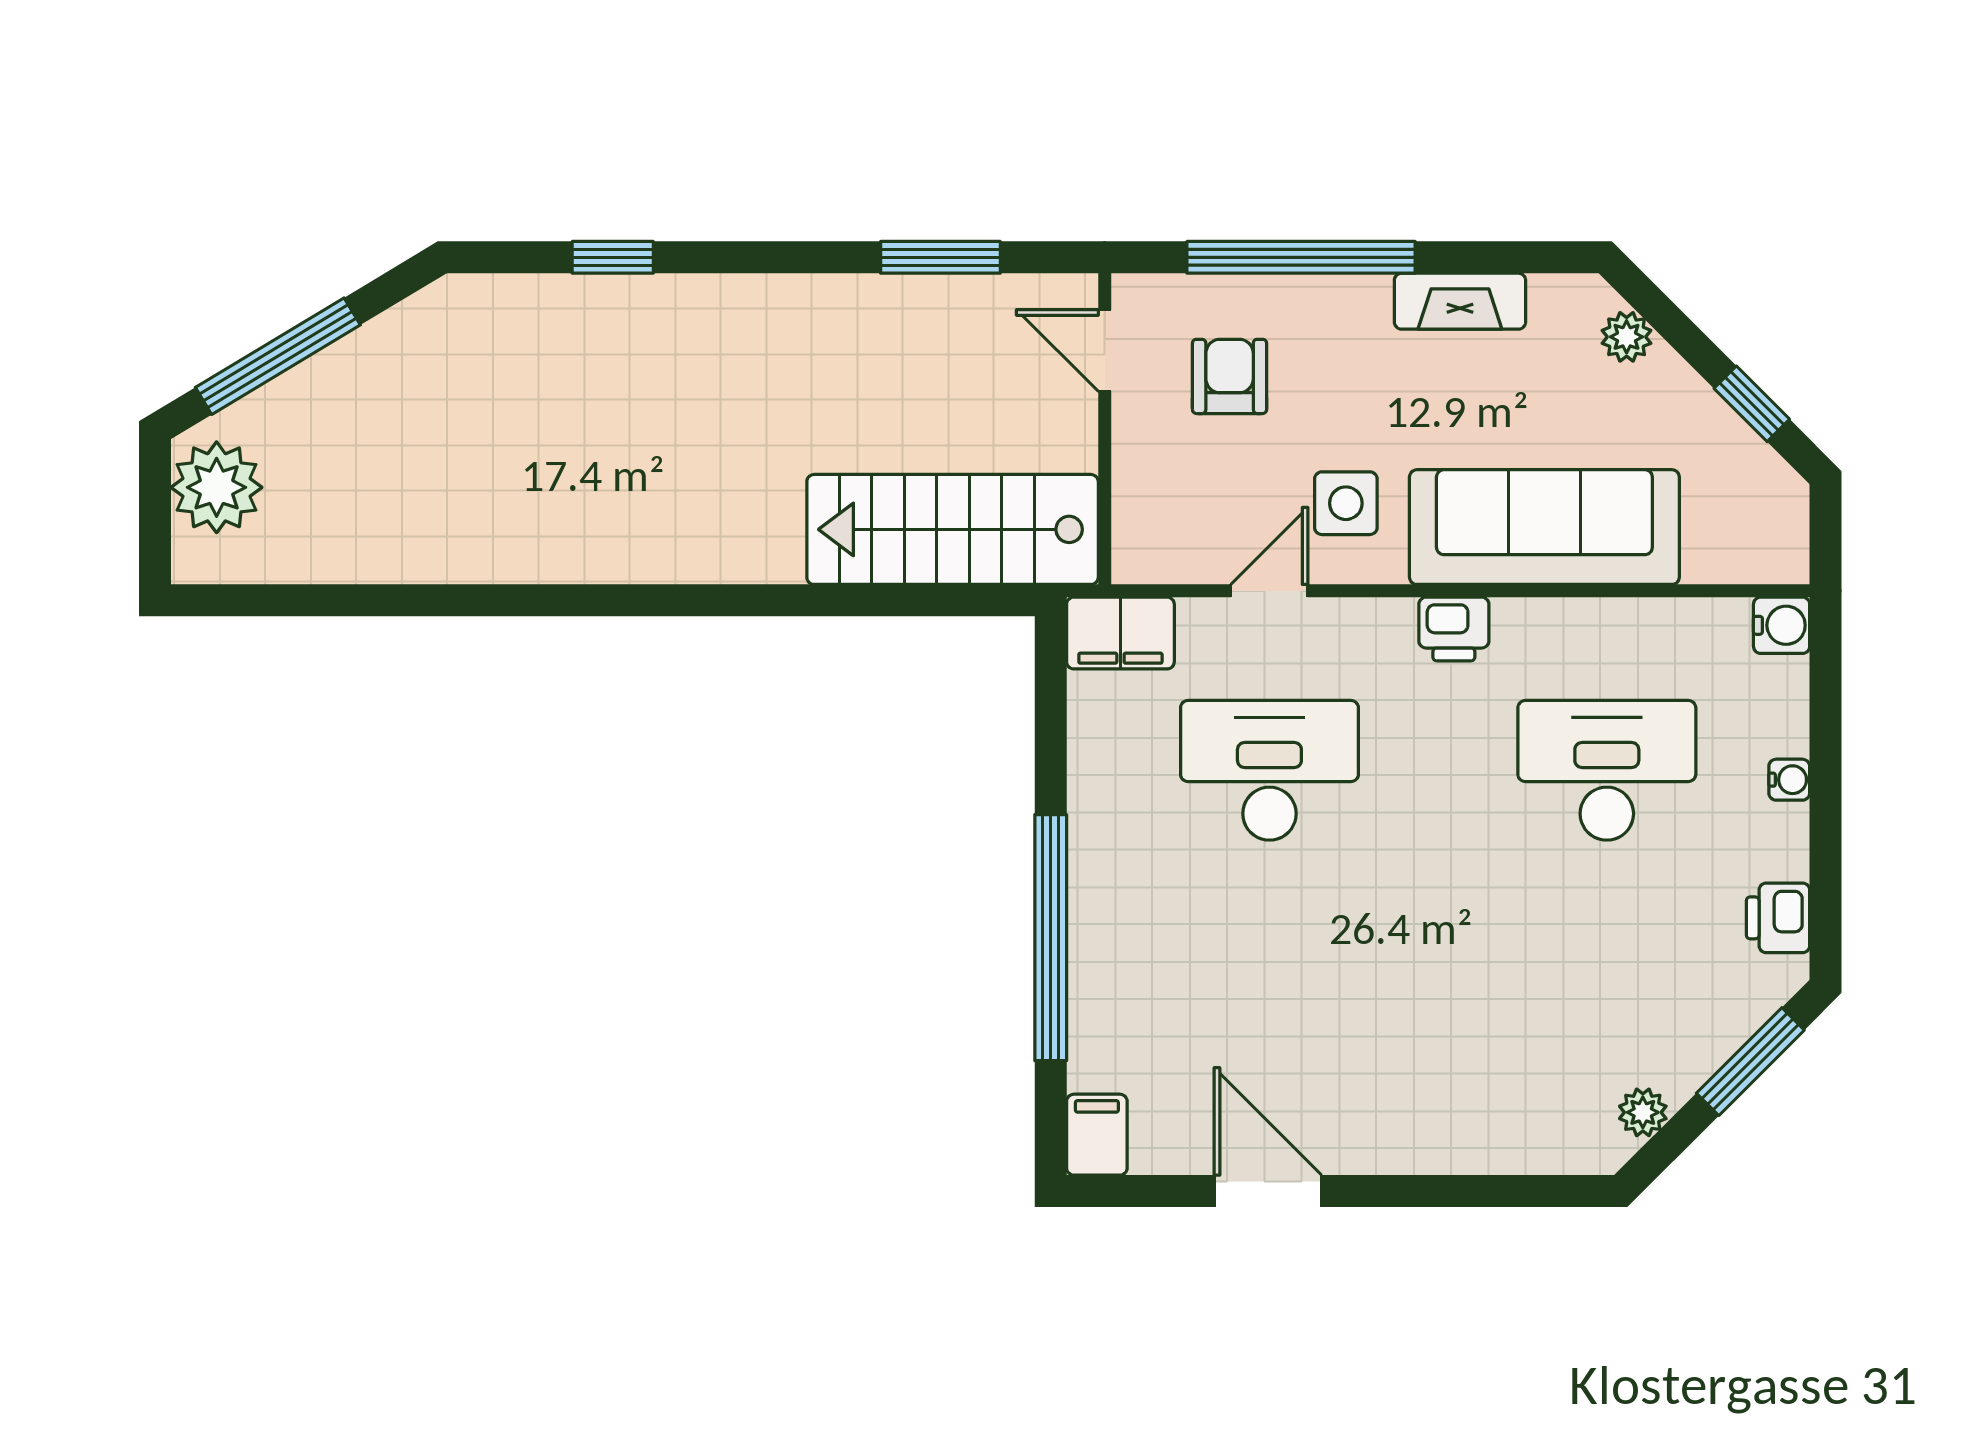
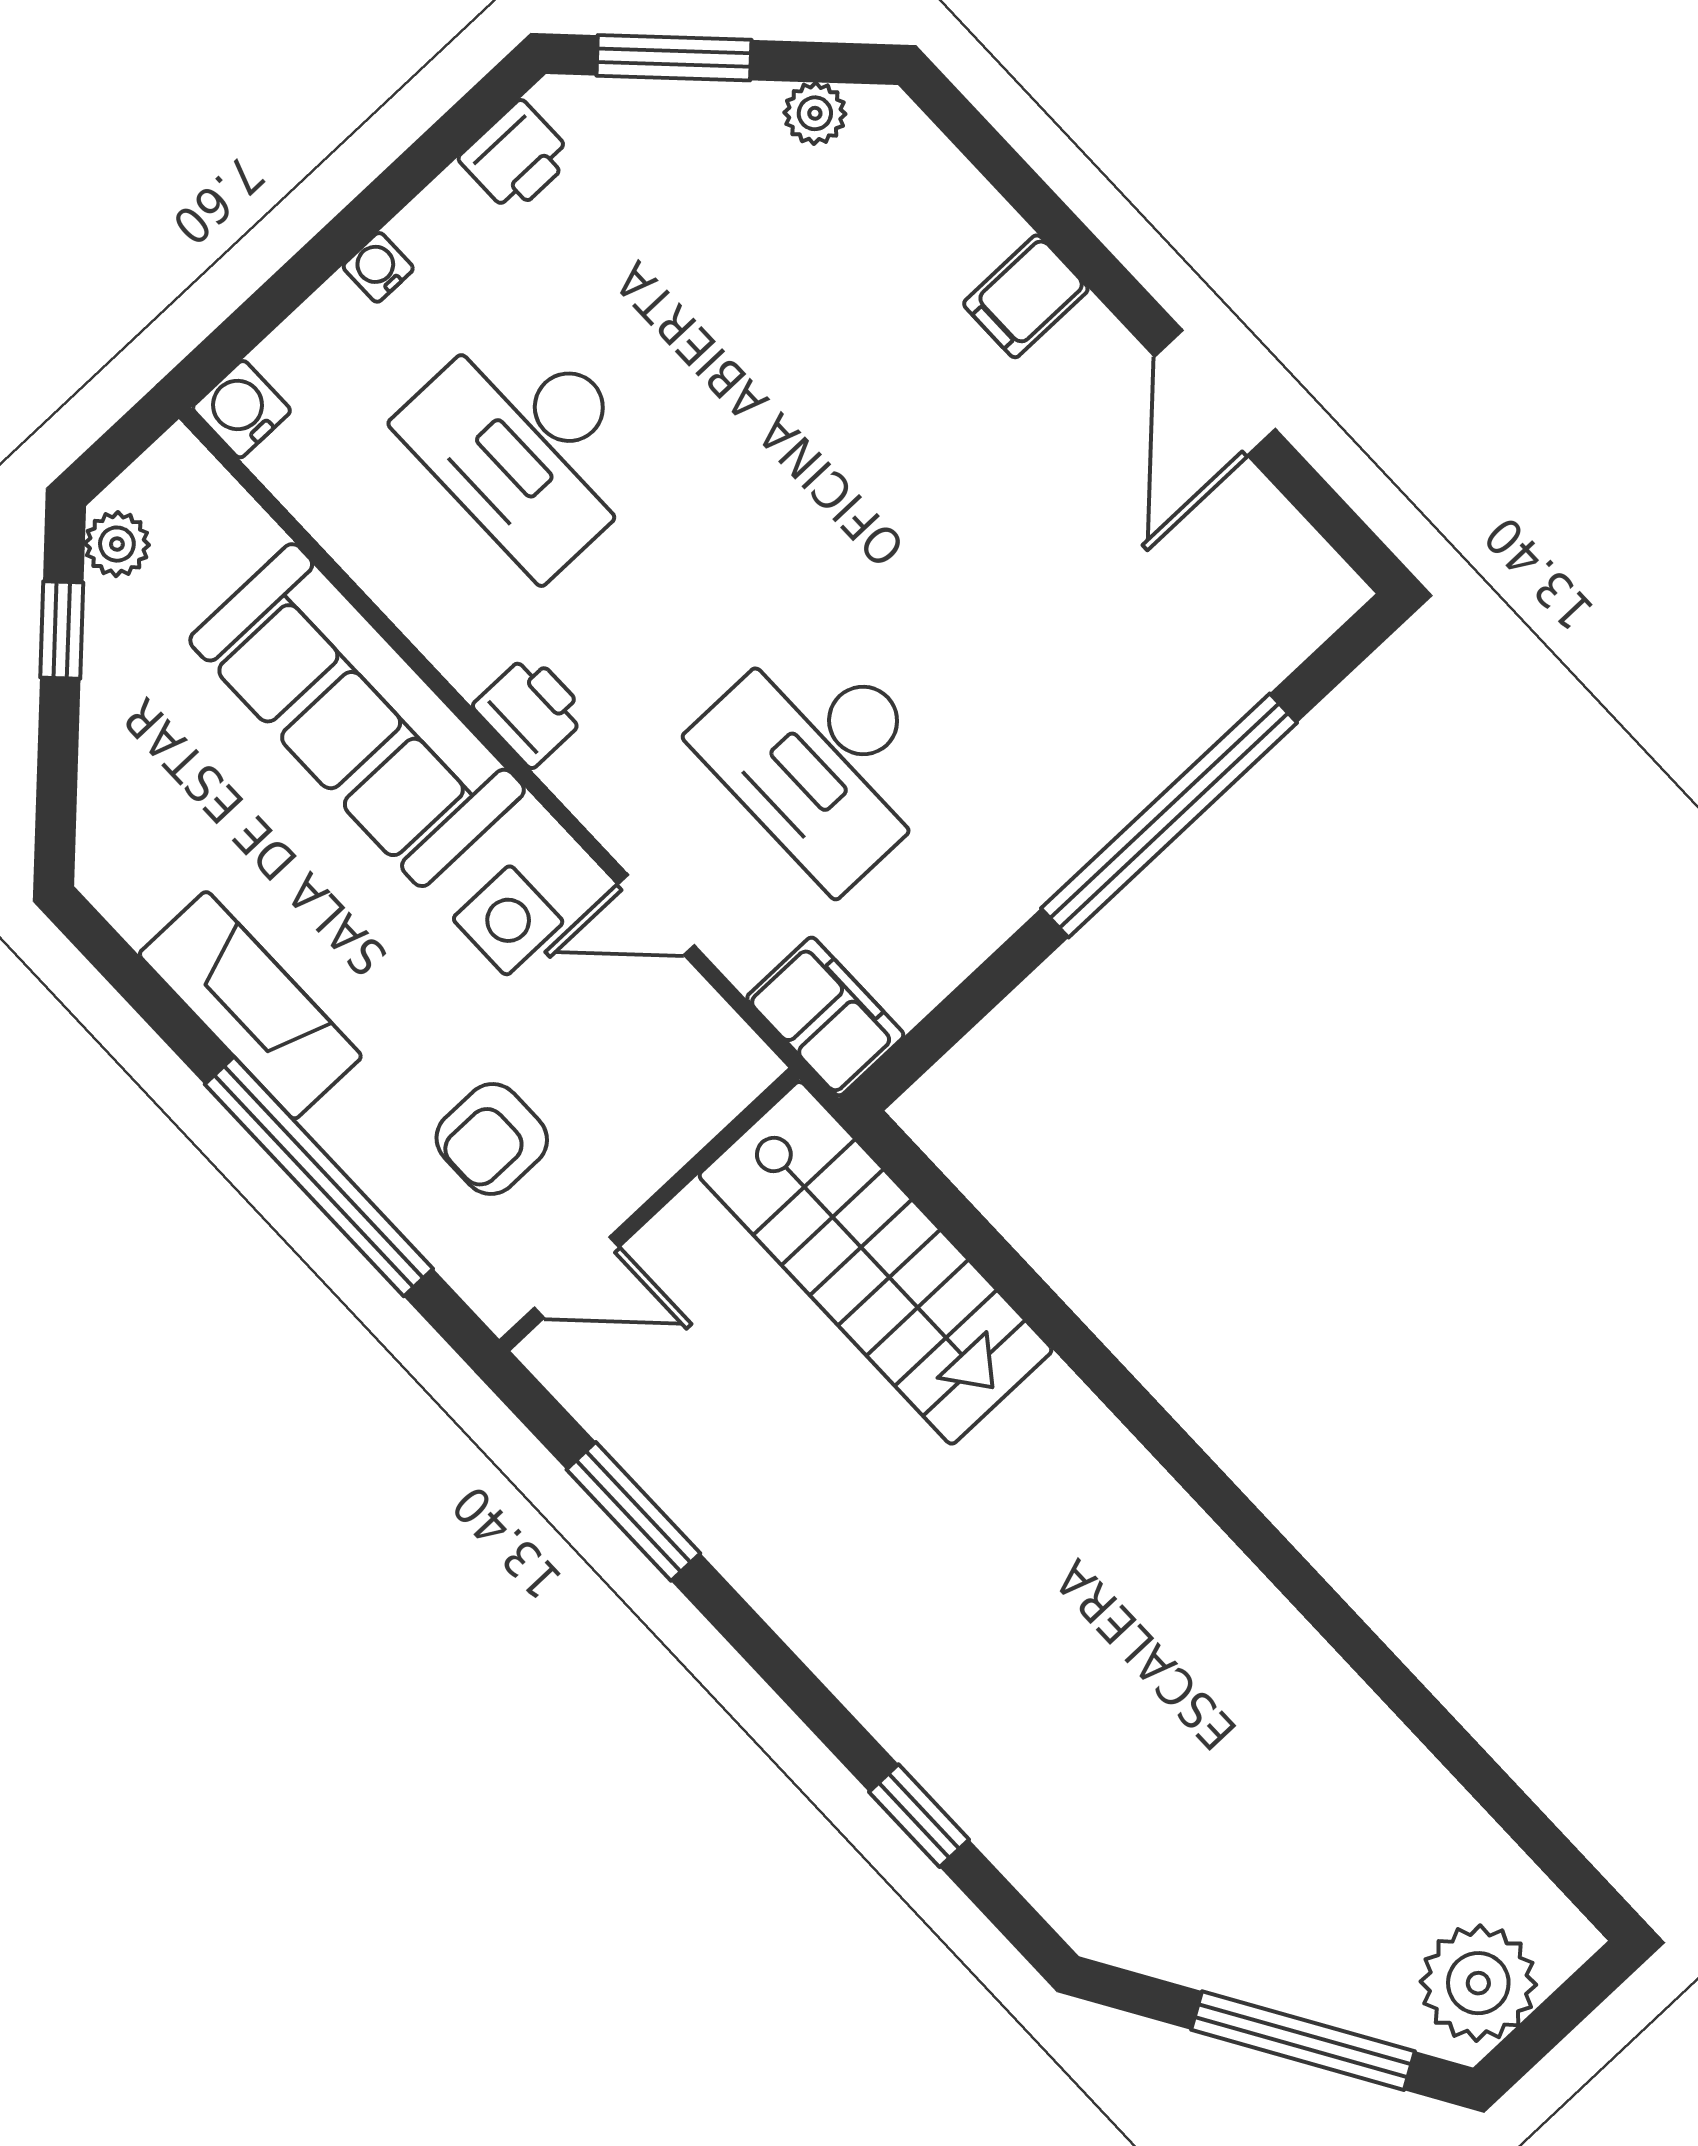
fireplace: (1460, 301) -> (250, 1005), width x1.37, depth x1.32
plant: (1627, 337) -> (117, 544), moved
door: (1105, 351) -> (577, 1278), hinge flipped
filing cabinet: (1097, 1135) -> (1026, 296), moved

